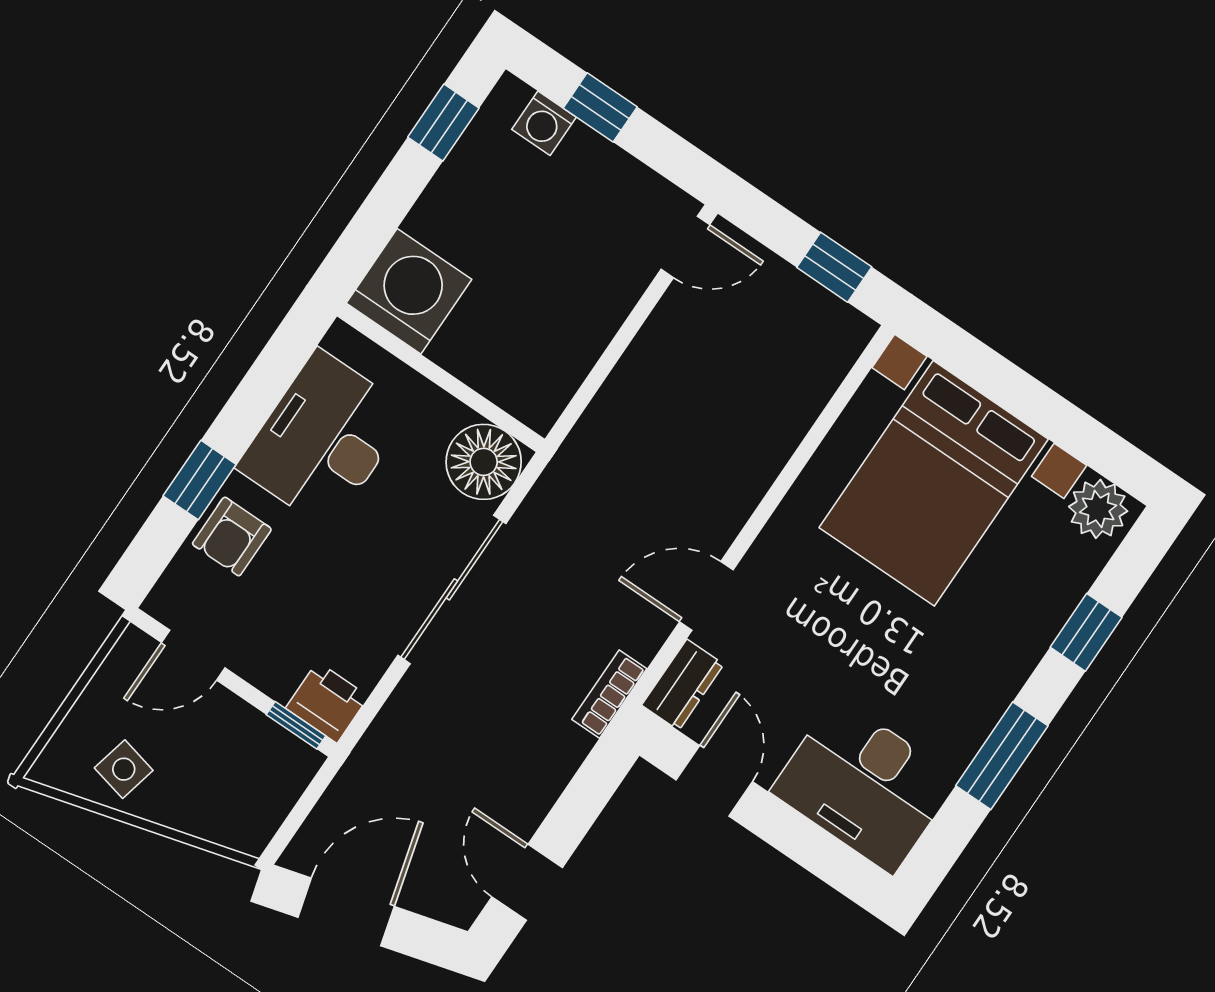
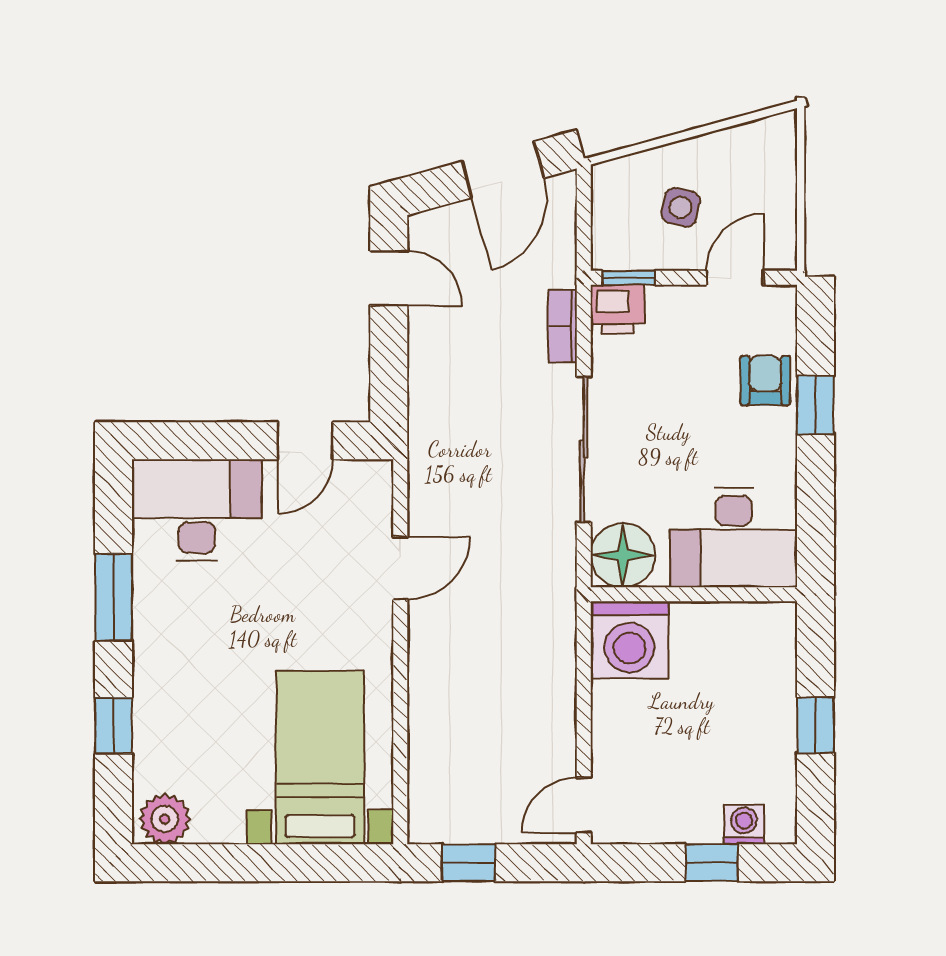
window: (443, 123) -> (815, 725), moved
washing machine: (409, 291) -> (630, 640), moved
desk: (324, 439) -> (734, 538), moved, turned 90
bed with nightstands: (934, 483) -> (320, 758), width x0.73
dresser: (683, 685) -> (374, 493), removed
bookcase: (609, 694) -> (562, 326), moved, turned 180
side table: (124, 769) -> (681, 207), moved
door: (714, 781) -> (305, 441), hinge flipped

